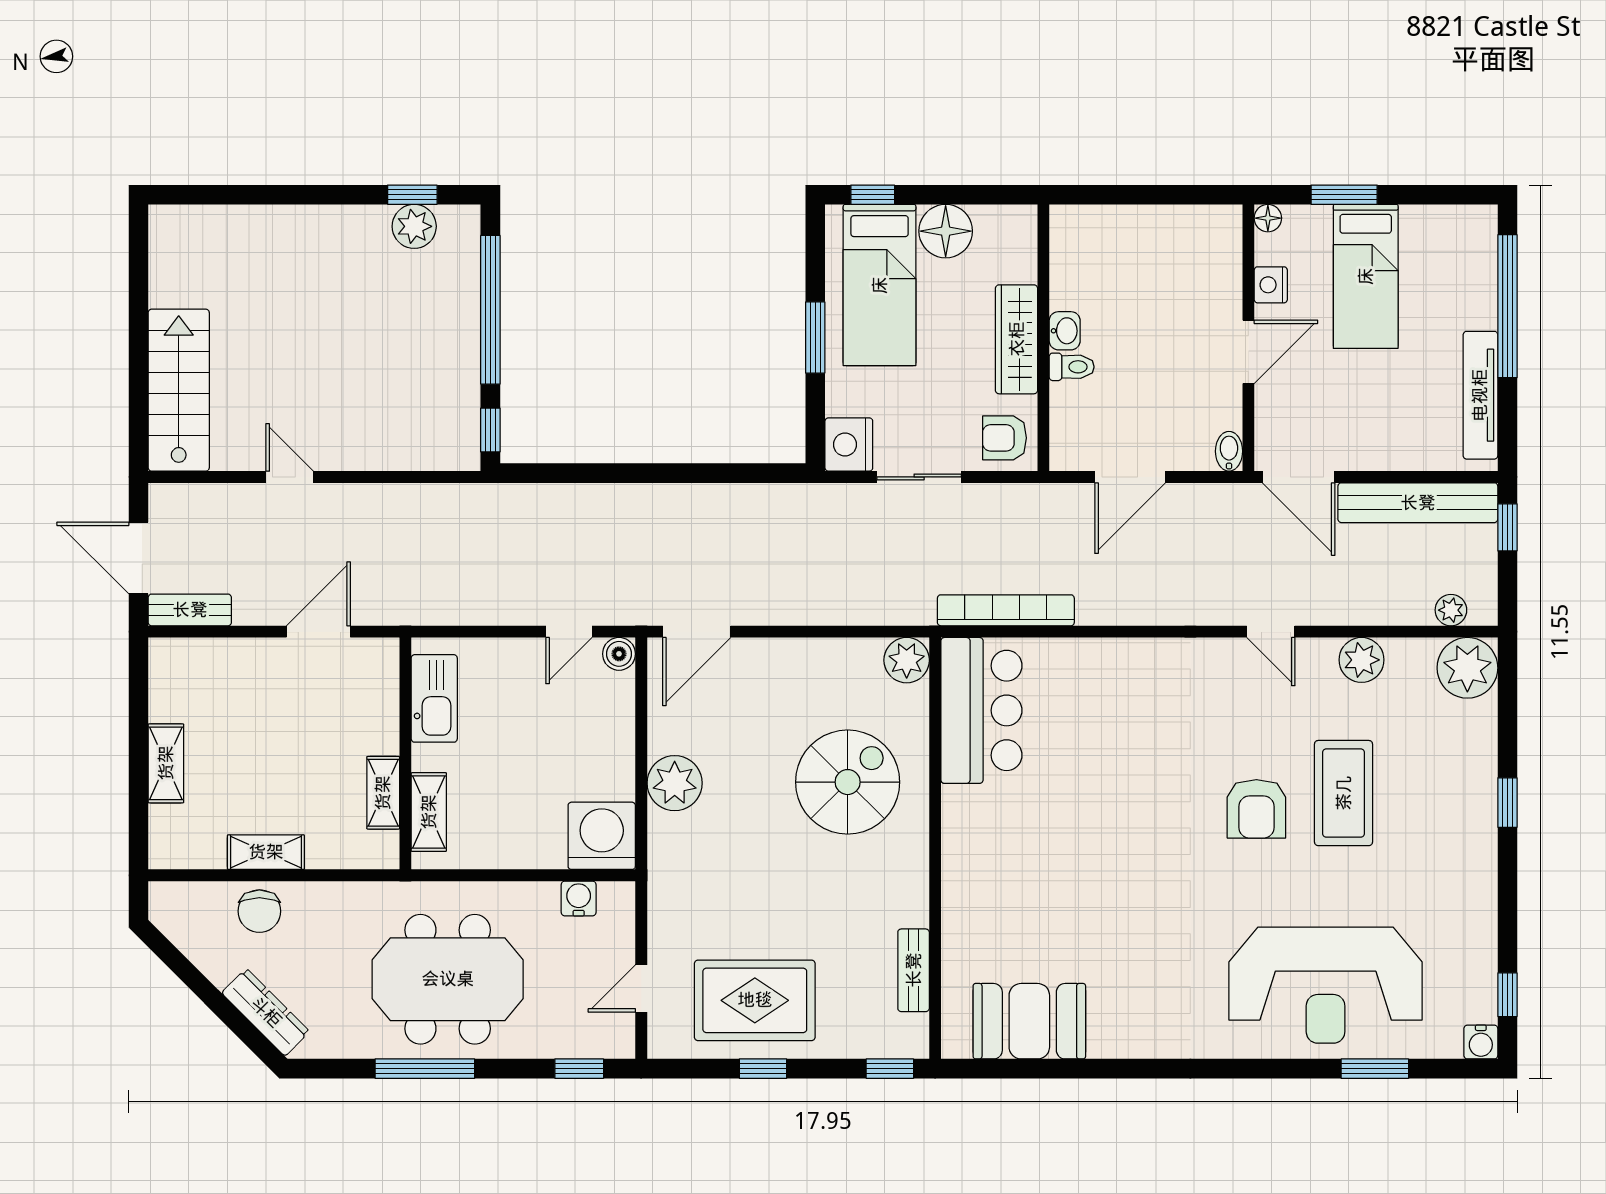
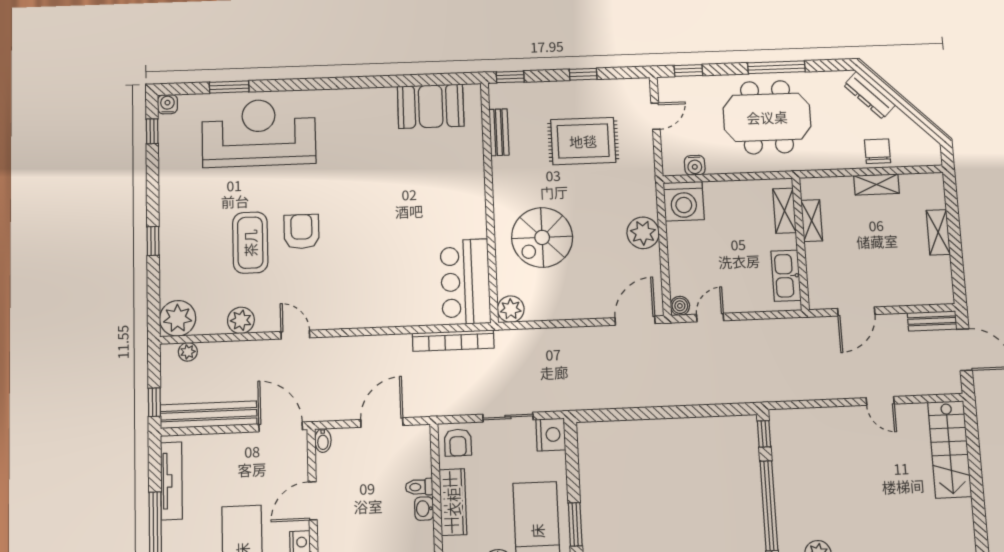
window: (815, 337) -> (575, 524), moved
armchair: (1005, 438) -> (458, 443), turned 90
rug: (755, 1000) -> (583, 141), moved

